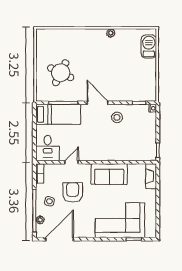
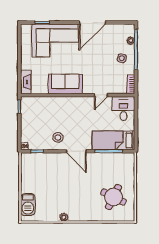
round table: (61, 73) -> (113, 197), moved
armchair: (73, 192) -> (100, 67), removed
door: (59, 239) -> (92, 23), moved

